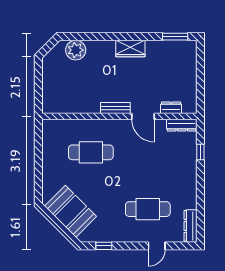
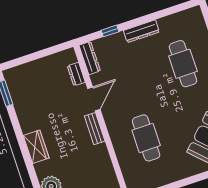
wardrobe: (130, 49) -> (36, 147), moved
dresser: (190, 226) -> (141, 31), moved

